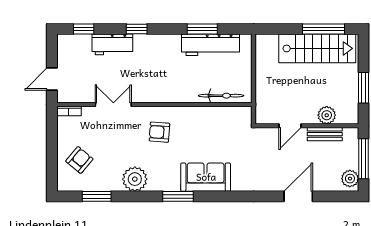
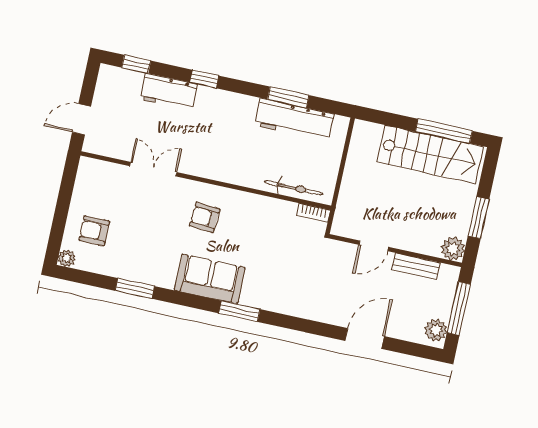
bookcase: (69, 111) -> (313, 213), moved
plant: (327, 115) -> (453, 249), moved
armchair: (79, 160) -> (94, 231), turned -130
sofa: (206, 177) -> (210, 279), moved
plant: (135, 179) -> (67, 258), moved, width x0.53, depth x0.53
window: (97, 196) -> (135, 288), moved
window: (178, 196) -> (239, 311), moved

